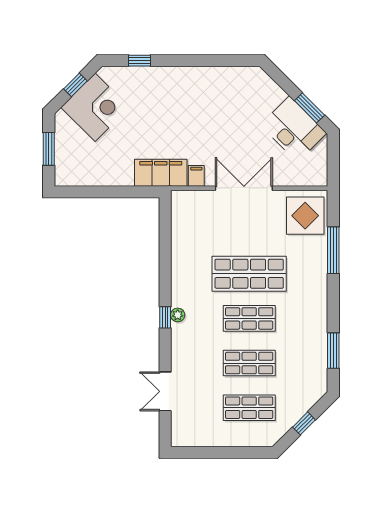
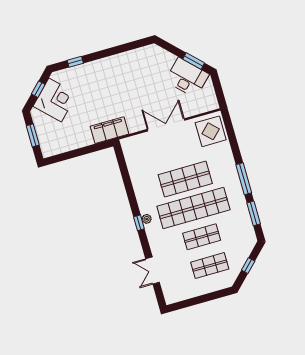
filing cabinet: (196, 176) -> (133, 126), removed
window: (333, 250) -> (244, 179), moved
shop shelf: (249, 318) -> (193, 208), width x2.00, depth x1.36

